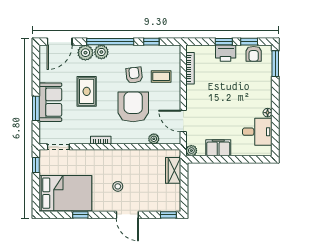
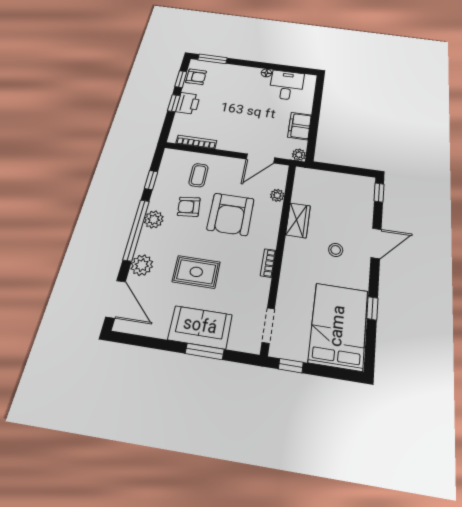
plant: (101, 52) -> (154, 219), moved
armchair: (133, 107) -> (231, 214), turned -90
wardrobe: (173, 170) -> (298, 220), moved, turned -90

